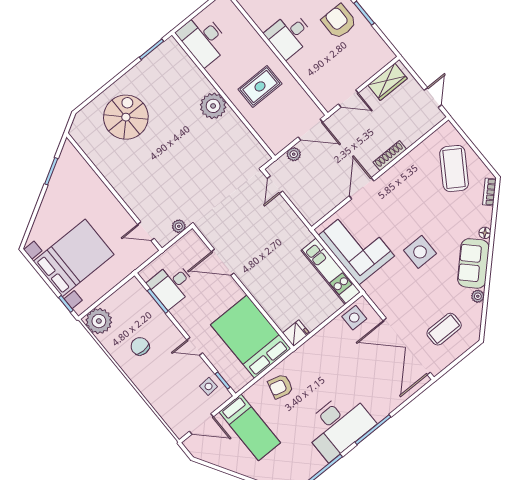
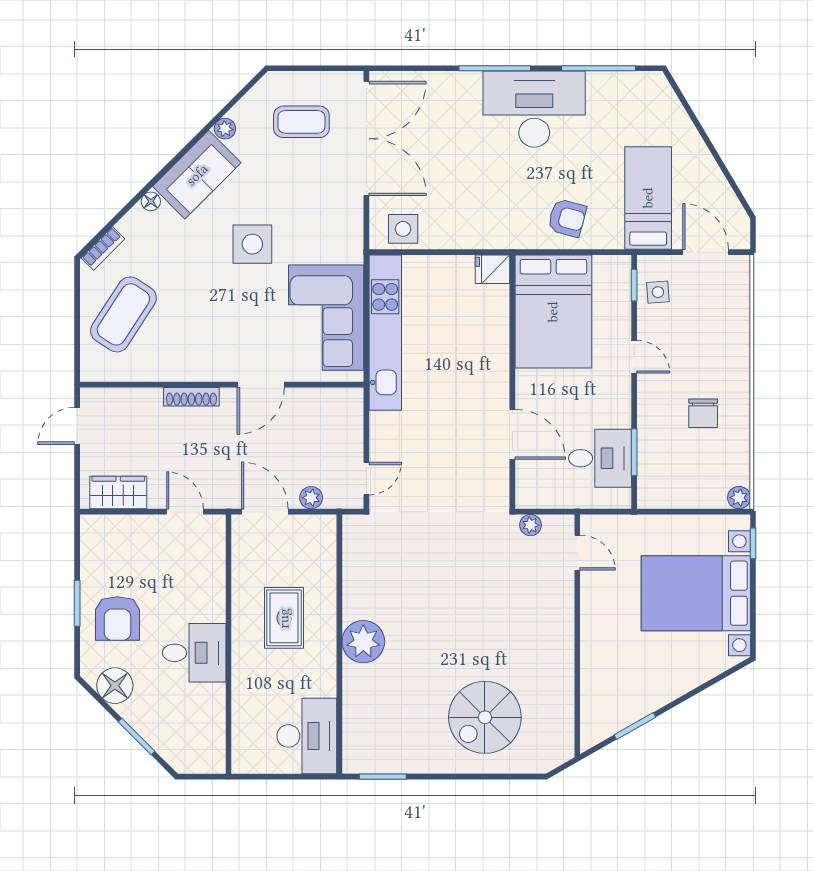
rug: (260, 86) -> (284, 618), turned 90
kitchen unit: (331, 271) -> (385, 333), width x1.36
plant: (99, 321) -> (739, 498), width x0.53, depth x0.53

